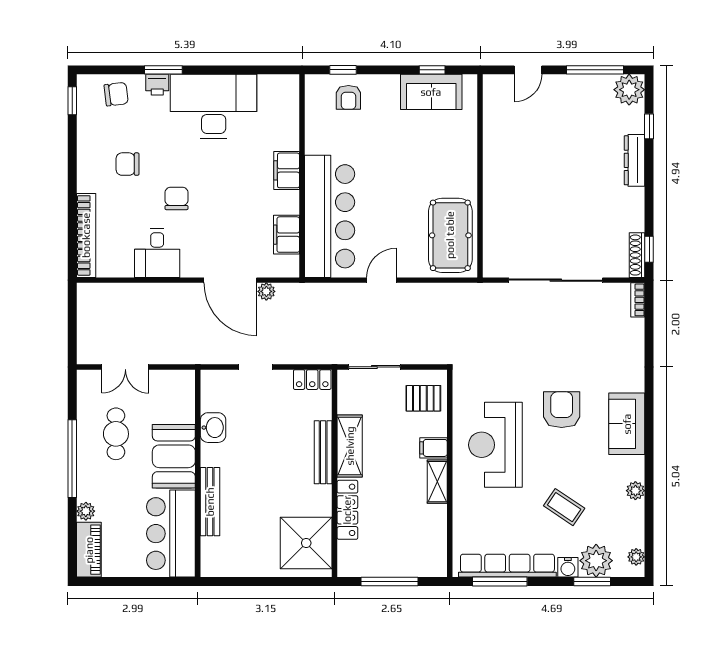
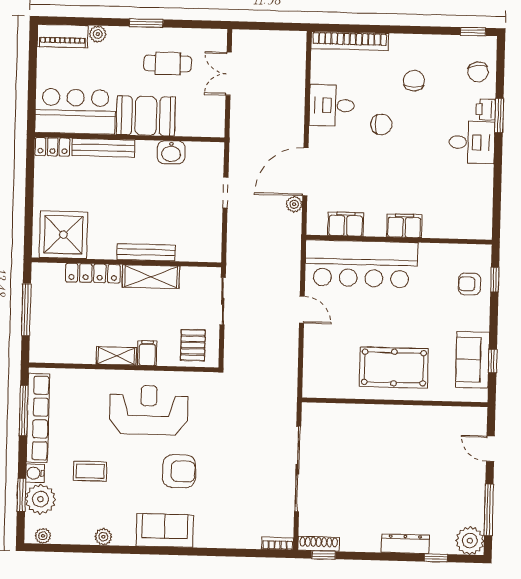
desk: (214, 107) -> (472, 142), width x0.53, depth x0.77
pool table: (450, 235) -> (394, 368), moved
locker: (312, 380) -> (53, 147), moved, turned -90
window: (72, 459) -> (146, 23), width x0.47
coffee table: (564, 507) -> (90, 471), turned 56

